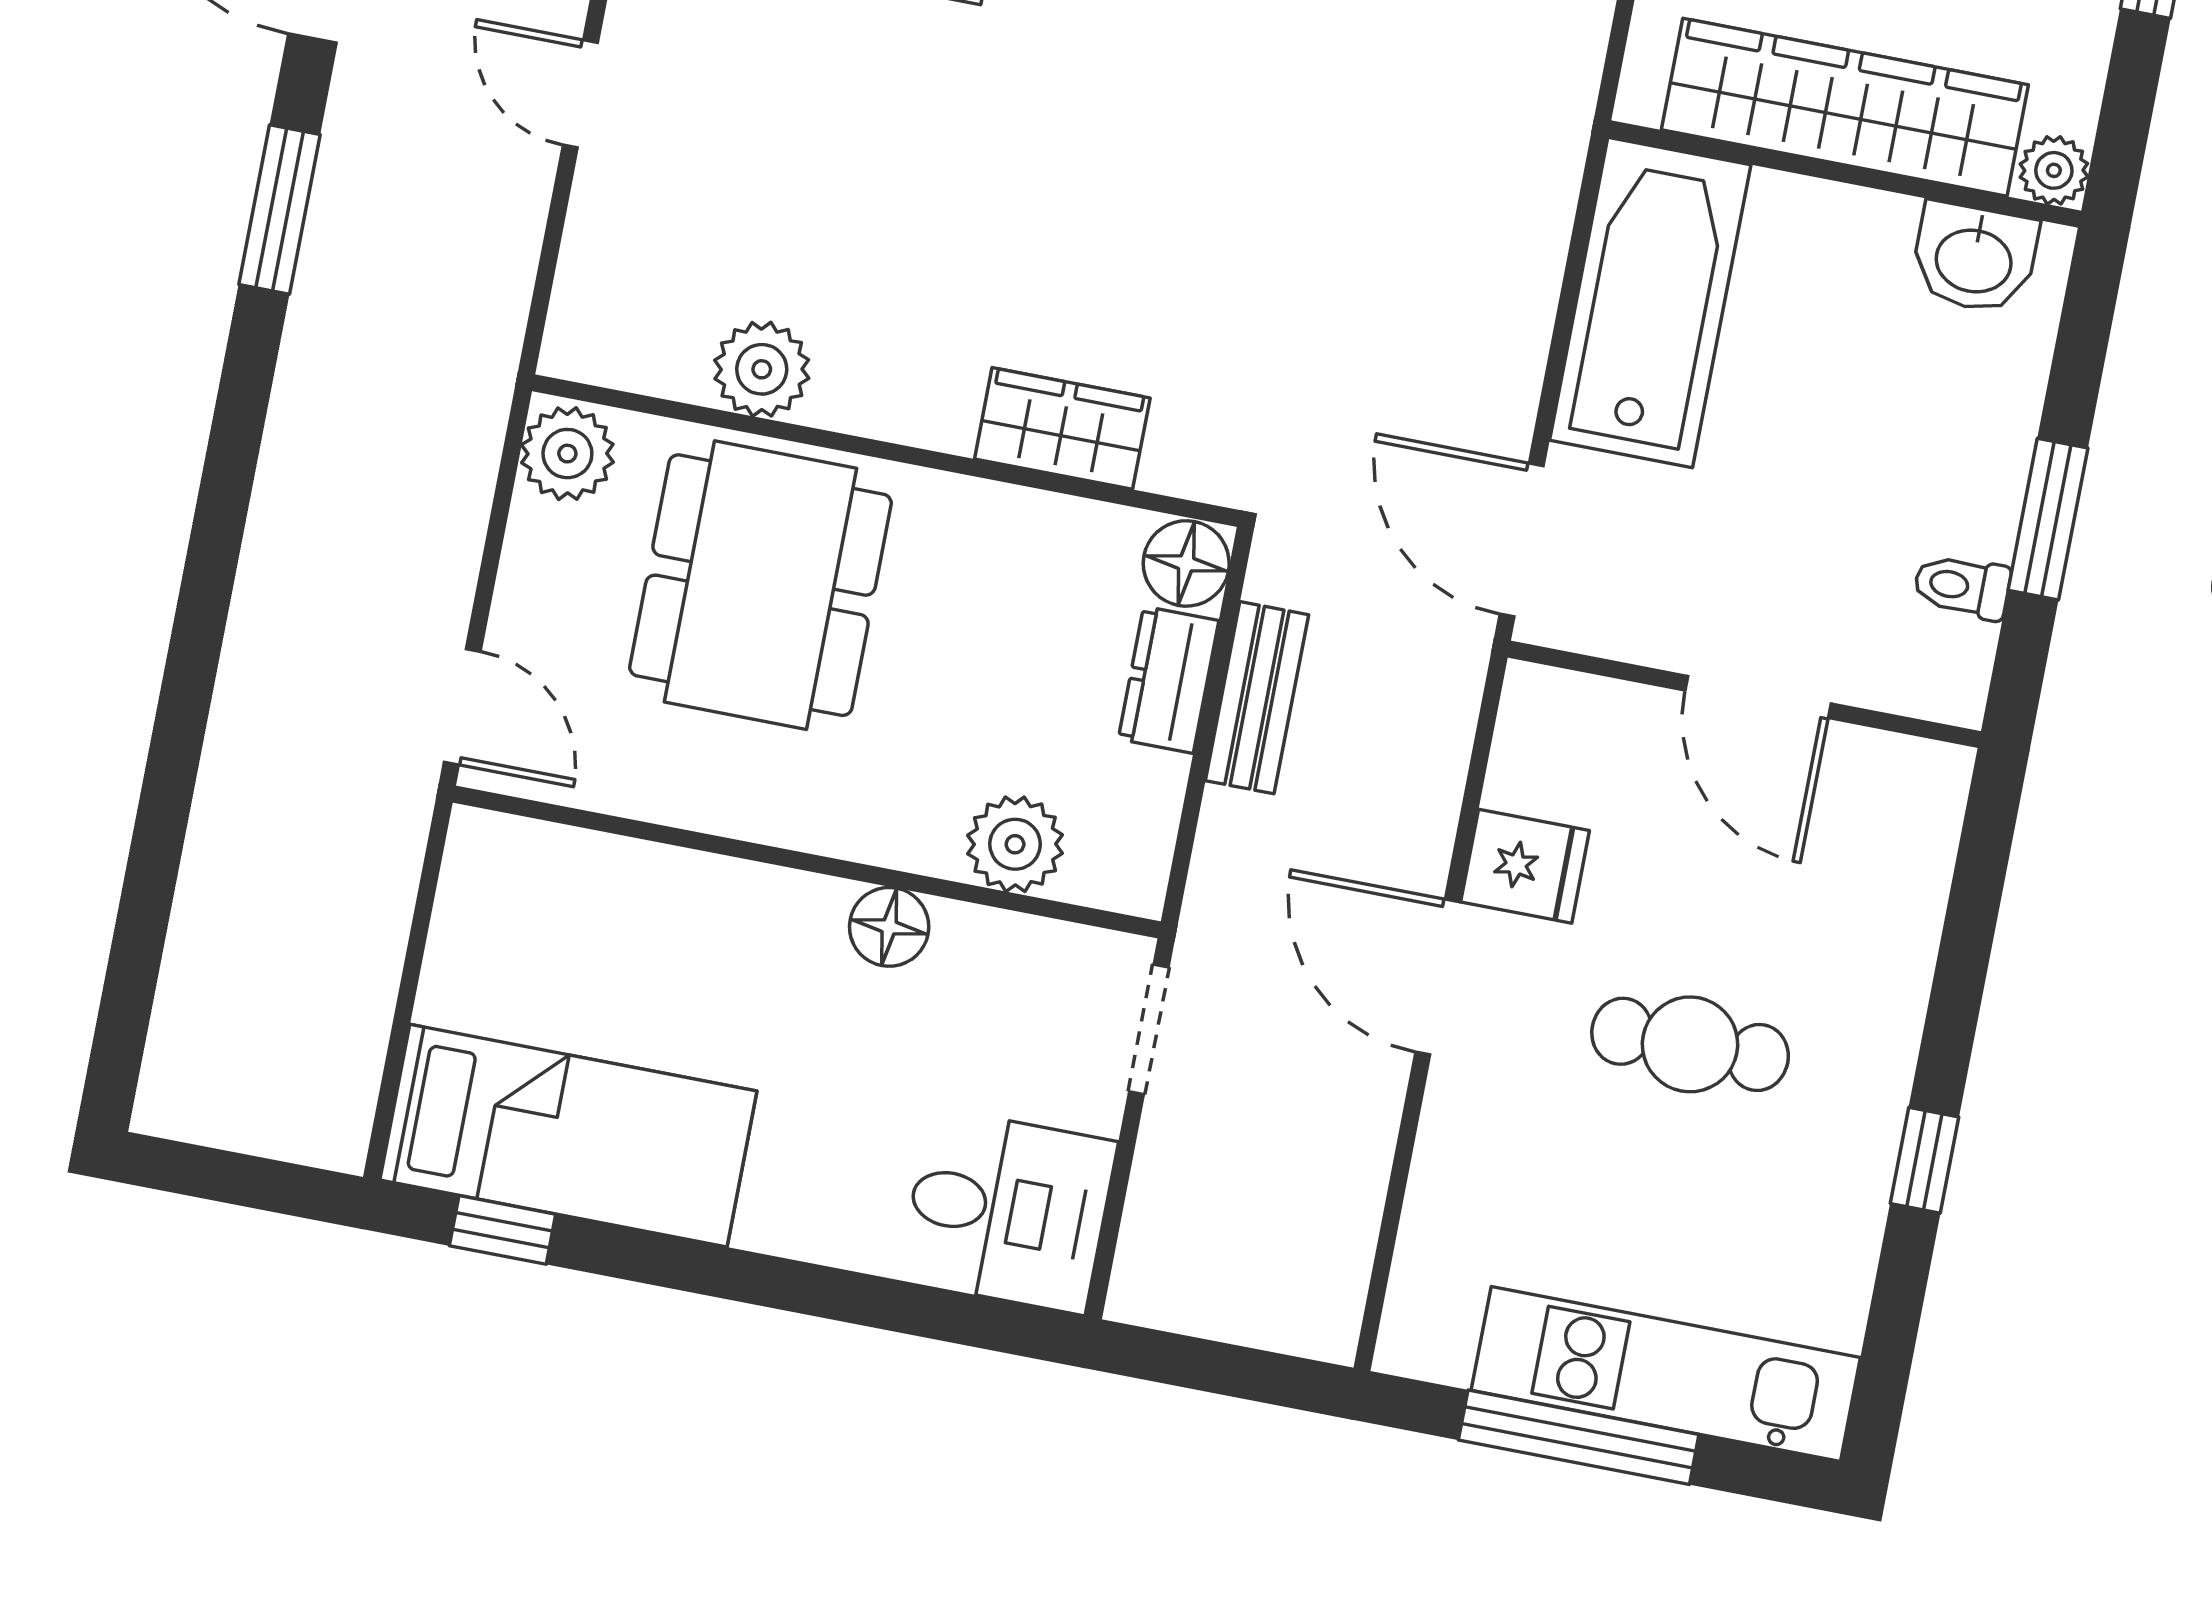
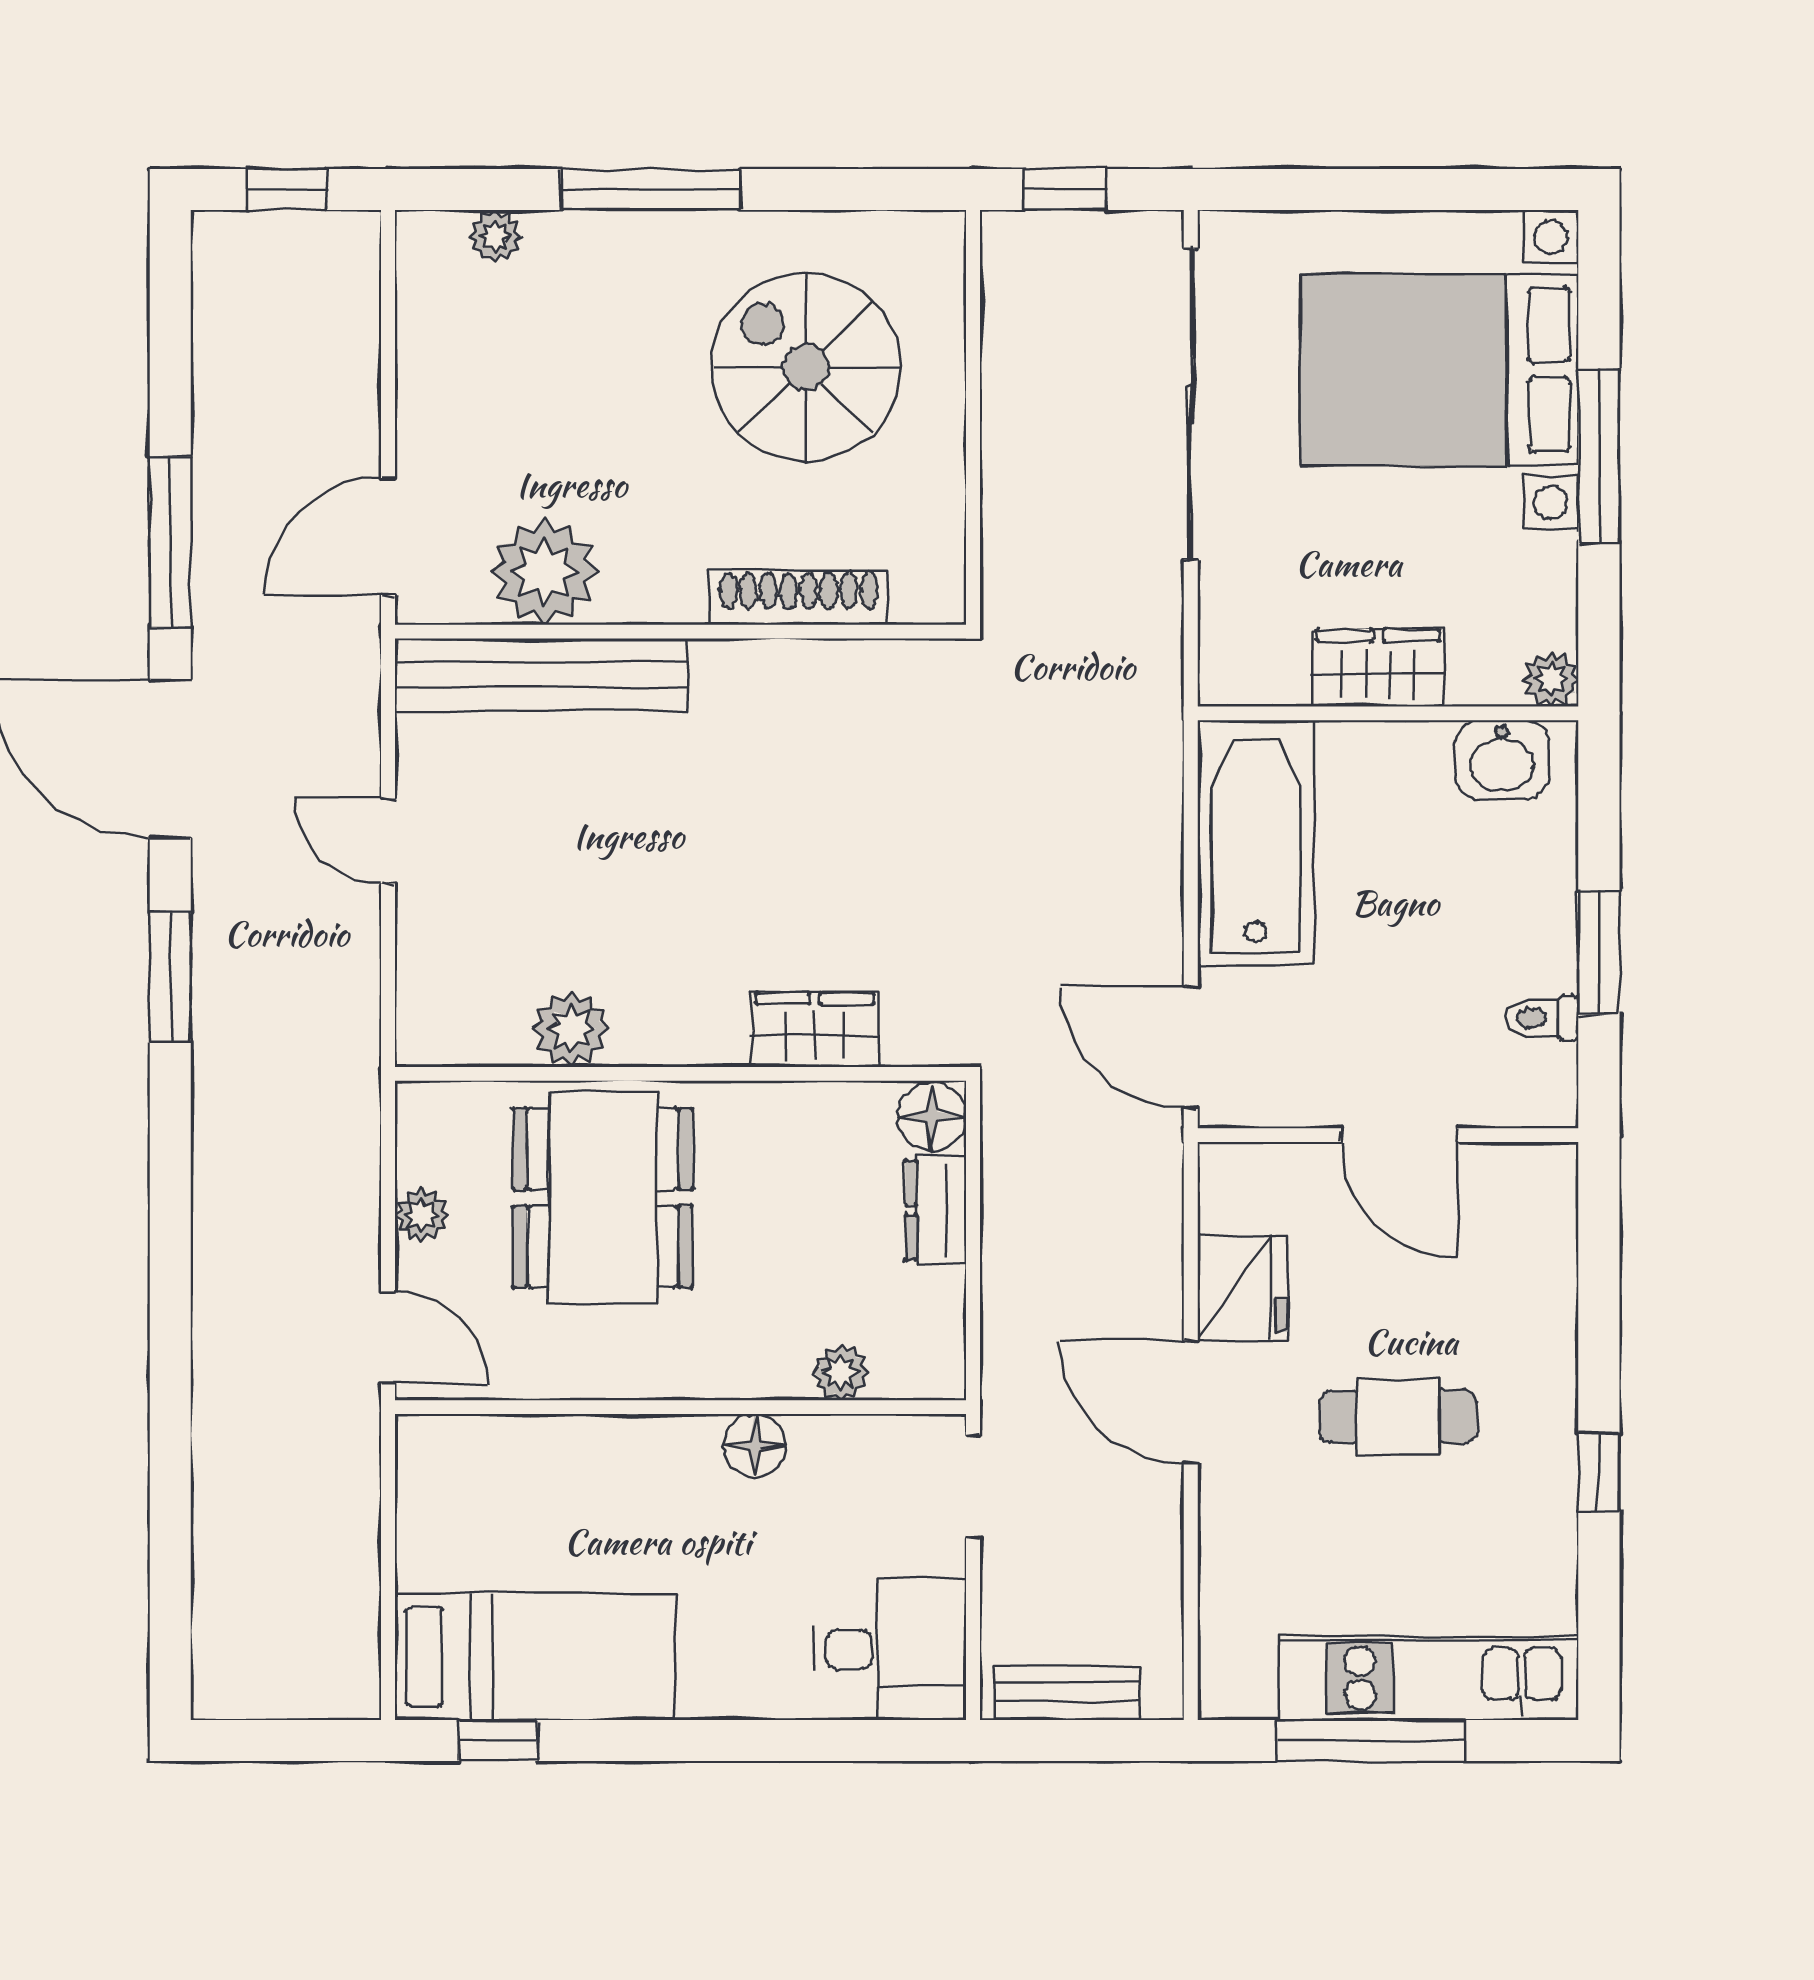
wardrobe: (1845, 107) -> (1378, 668), width x0.48, depth x0.85
plant: (567, 454) -> (422, 1215), moved, width x0.73, depth x0.73
bench: (1257, 698) -> (1068, 1692), moved, turned 90
plant: (1015, 844) -> (841, 1372), width x0.73, depth x0.73
fridge: (1525, 866) -> (1242, 1288), width x1.38

